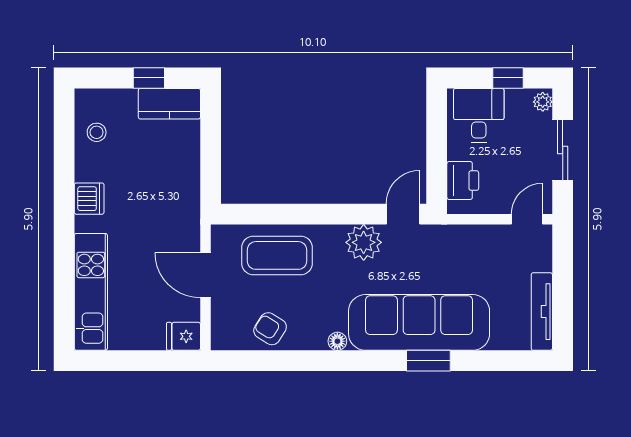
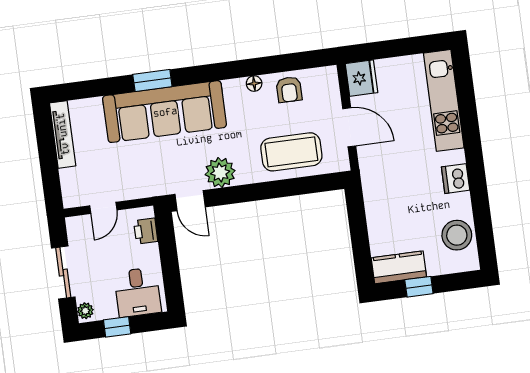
stool: (97, 132) -> (457, 235), width x1.89, depth x1.89
printer: (463, 181) -> (146, 231), width x0.73, depth x0.81
door: (403, 214) -> (190, 201), hinge flipped
door: (527, 219) -> (103, 208), moved
armchair: (270, 329) -> (289, 90), turned 58
fridge: (183, 336) -> (362, 78), width x1.38
floor lamp: (337, 341) -> (254, 84), moved

